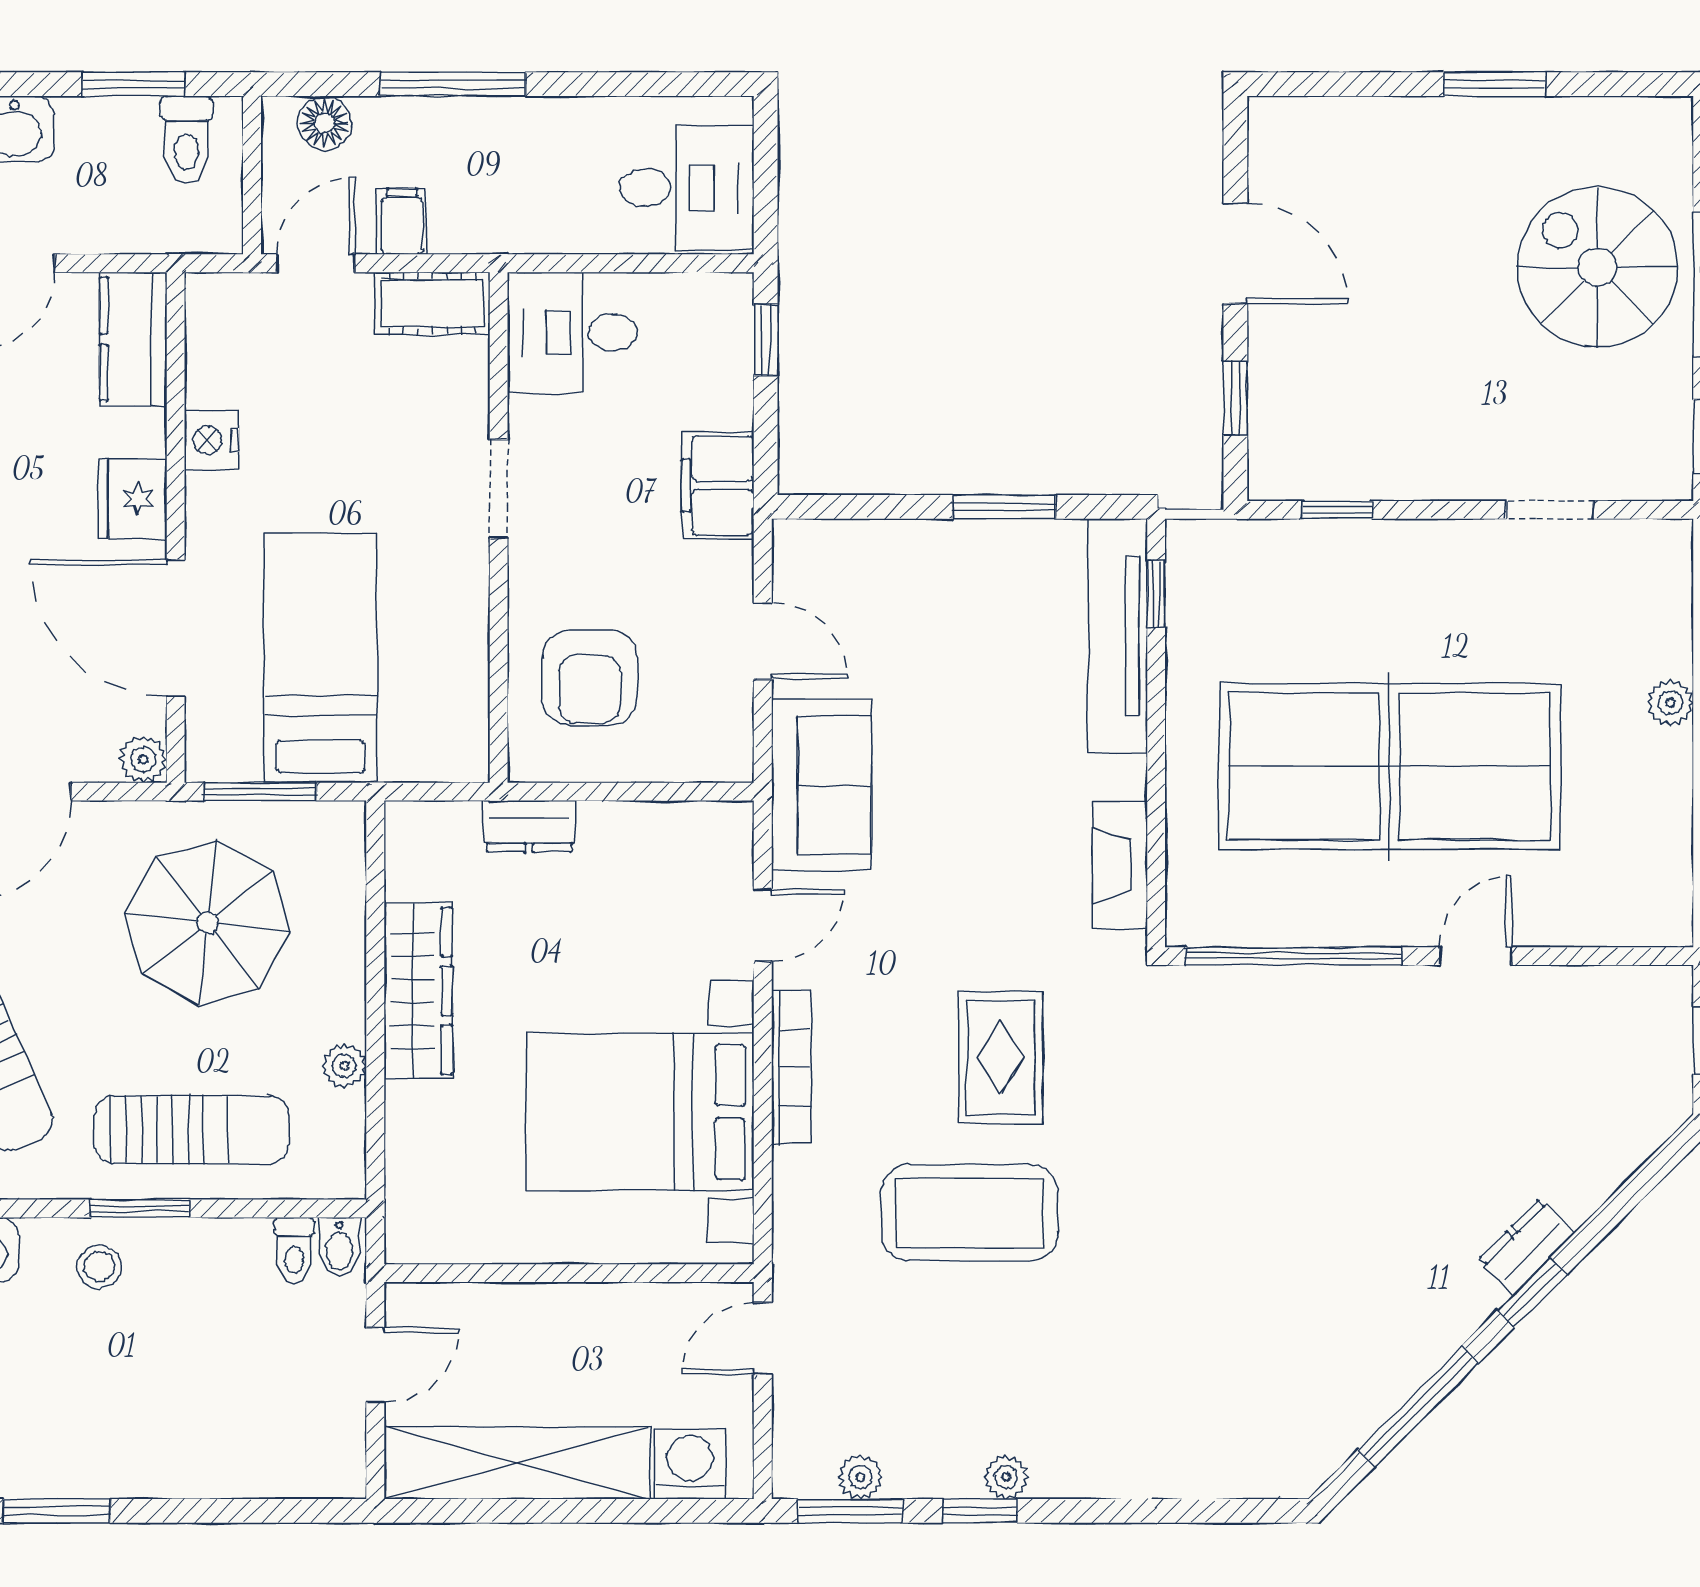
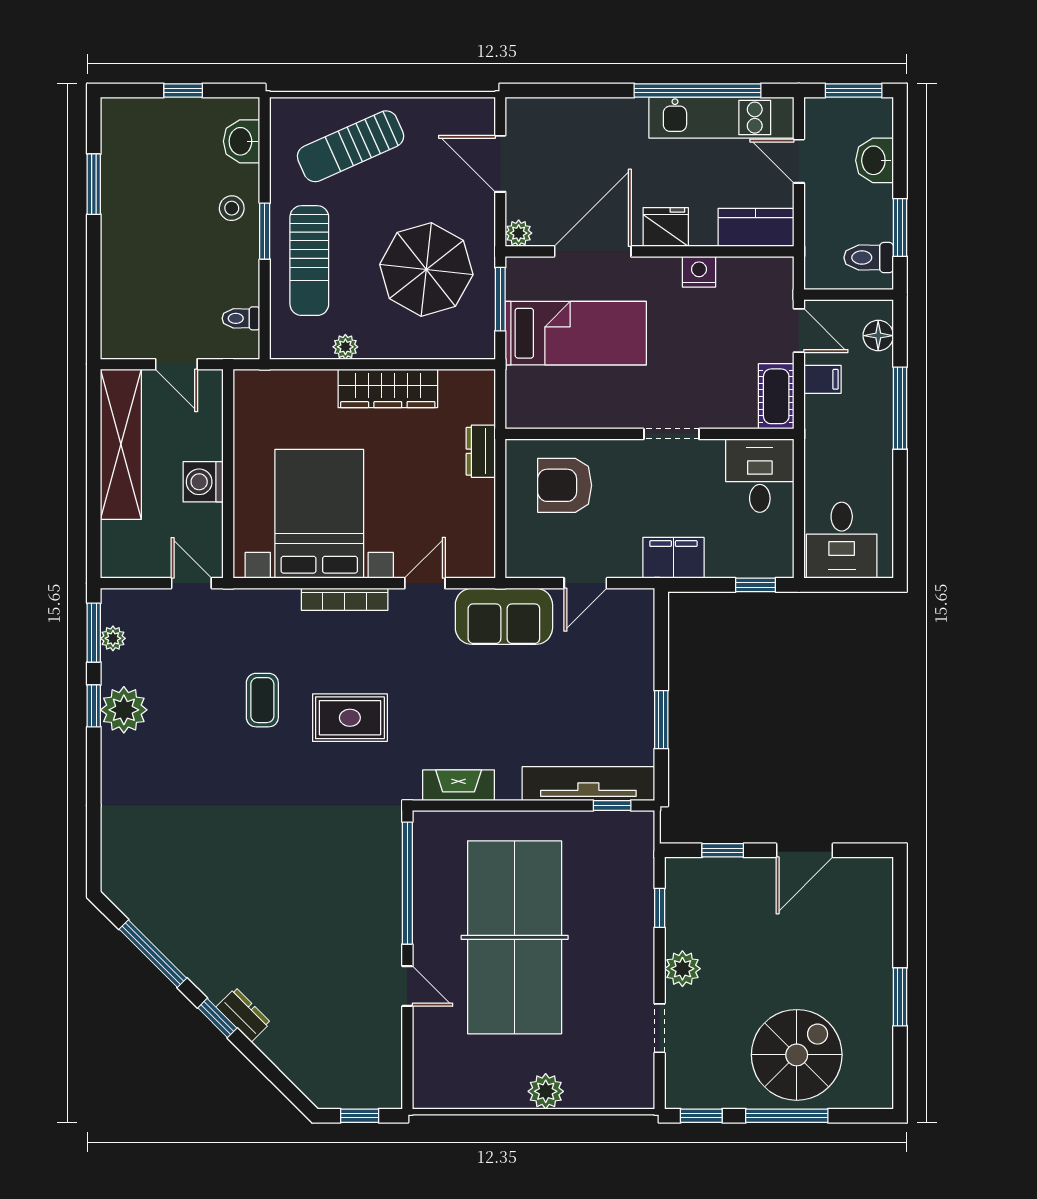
plant: (1445, 469) -> (682, 969), added
plant: (1670, 703) -> (546, 1091), width x1.38, depth x1.38
door: (763, 925) -> (425, 583), swing flipped
coffee table: (970, 1213) -> (262, 700), width x0.54, depth x0.58
bidet: (339, 1247) -> (243, 344), removed
washing machine: (690, 1464) -> (203, 482), moved, turned 180
plant: (1006, 1477) -> (124, 710), width x1.87, depth x1.87

